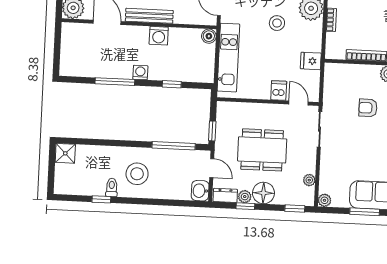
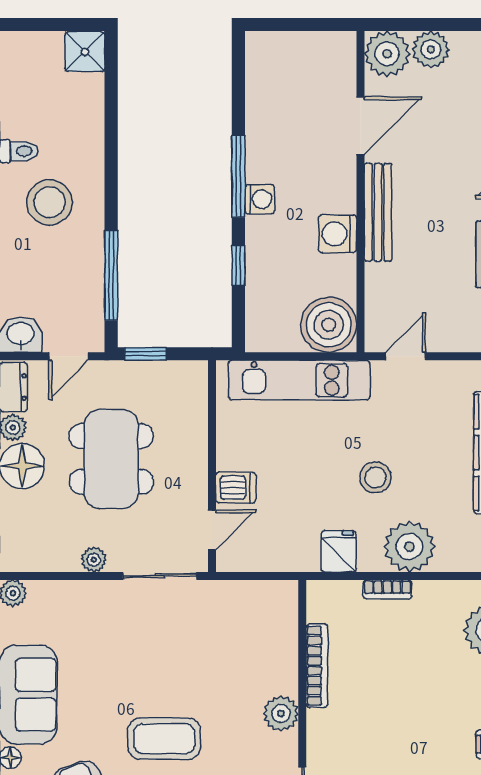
boiler: (209, 36) -> (329, 325), width x1.86, depth x1.86
fridge: (311, 61) -> (339, 551), moved
window: (115, 82) -> (238, 177), moved
armchair: (368, 108) -> (209, 674), removed
plant: (309, 180) -> (94, 560), moved

